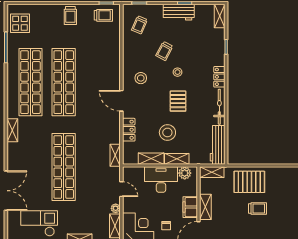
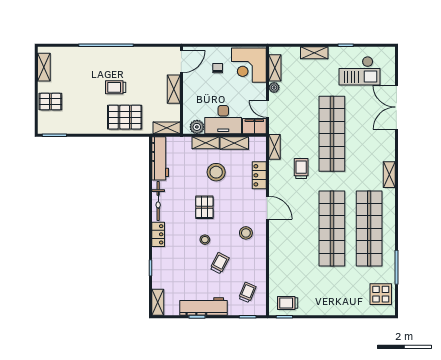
workbench: (179, 12) -> (203, 307), width x1.38
trolley: (70, 16) -> (301, 169), moved
filing cabinet: (190, 207) -> (254, 126), moved, turned -90

